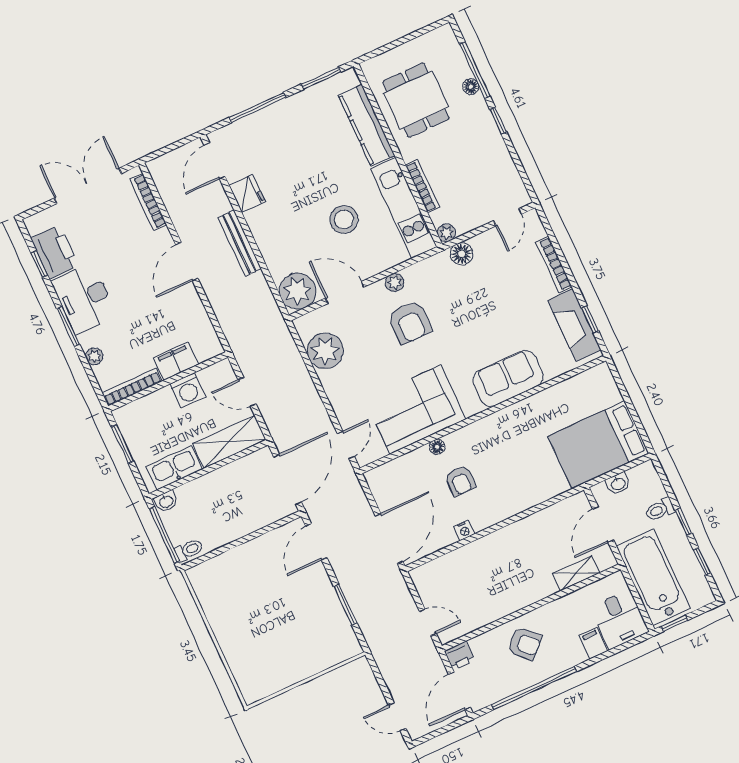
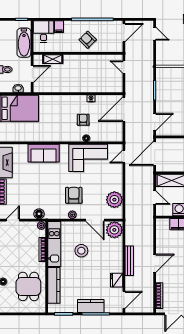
kitchen counter: (275, 118) -> (91, 306), added
bathtub: (653, 577) -> (24, 43), width x0.73, depth x0.73
printer: (459, 656) -> (117, 47), removed

